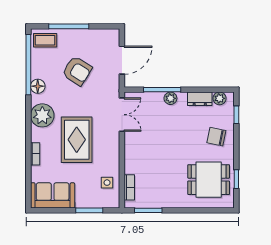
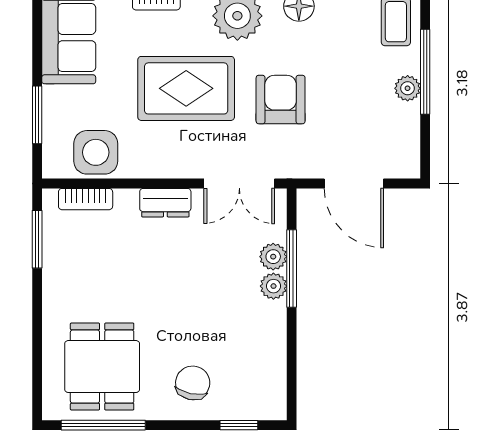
plant: (77, 35) -> (408, 88), added
armchair: (77, 71) -> (281, 100), moved, turned 148
plant: (220, 98) -> (273, 257), moved
dresser: (200, 99) -> (165, 203), moved, turned -90
window: (236, 179) -> (103, 425), width x2.17
side table: (107, 183) -> (96, 152), width x1.87, depth x1.87

